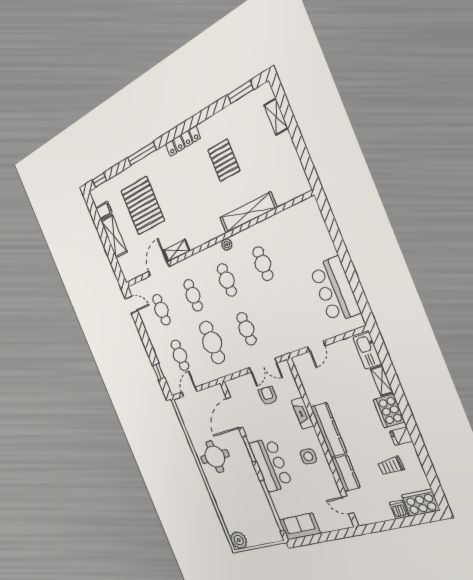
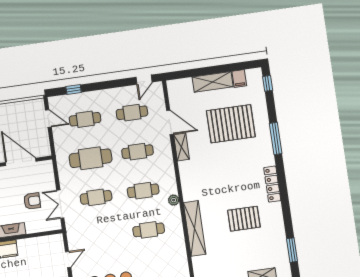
door: (316, 346) -> (68, 260), swing flipped

